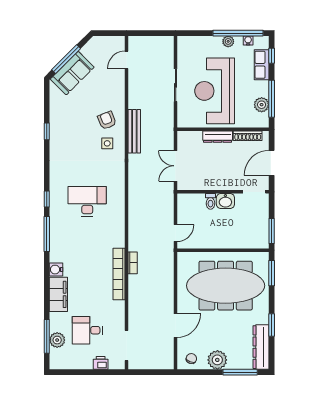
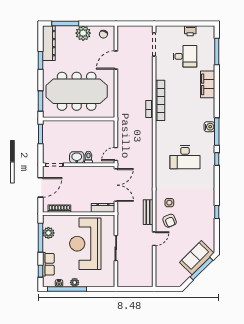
door: (127, 60) -> (154, 239), moved
reception desk: (215, 91) -> (85, 244), turned 180
bench: (134, 131) -> (148, 212), width x0.73
dresser: (218, 137) -> (103, 208), moved
double door: (176, 166) -> (116, 185), width x1.37
door: (176, 233) -> (116, 154), moved
water cooler: (56, 270) -> (209, 127), moved
plant: (57, 340) -> (209, 49), removed
printer: (101, 363) -> (190, 31), moved

